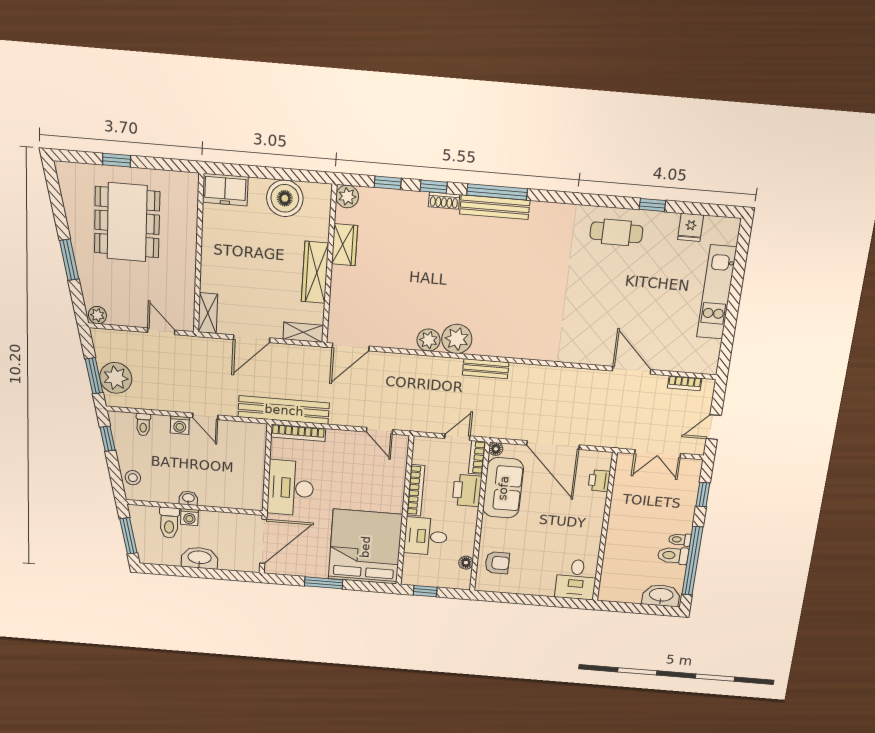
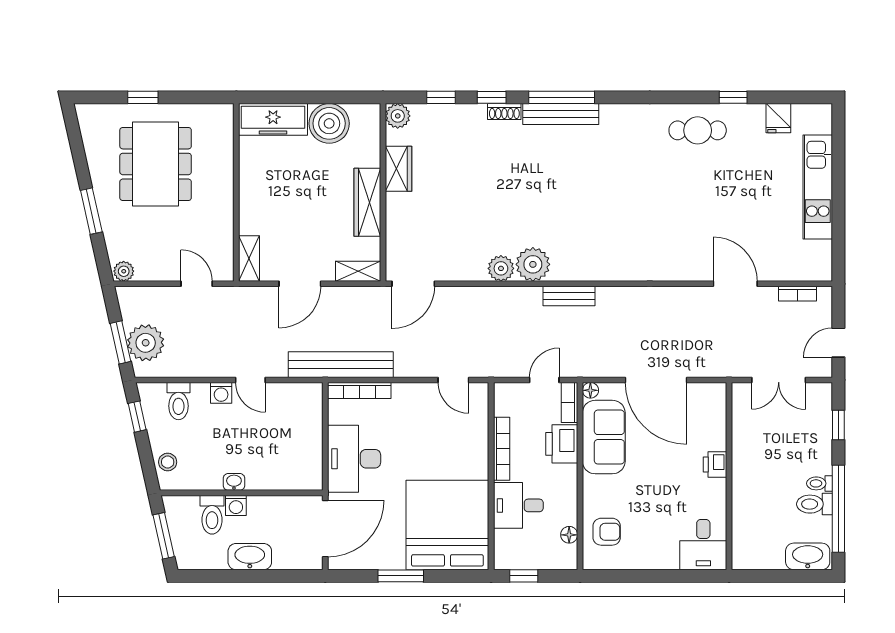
freezer: (225, 190) -> (273, 119), width x1.40
toilet: (143, 425) -> (178, 401), width x1.37, depth x1.39
printer: (599, 481) -> (715, 464), moved

